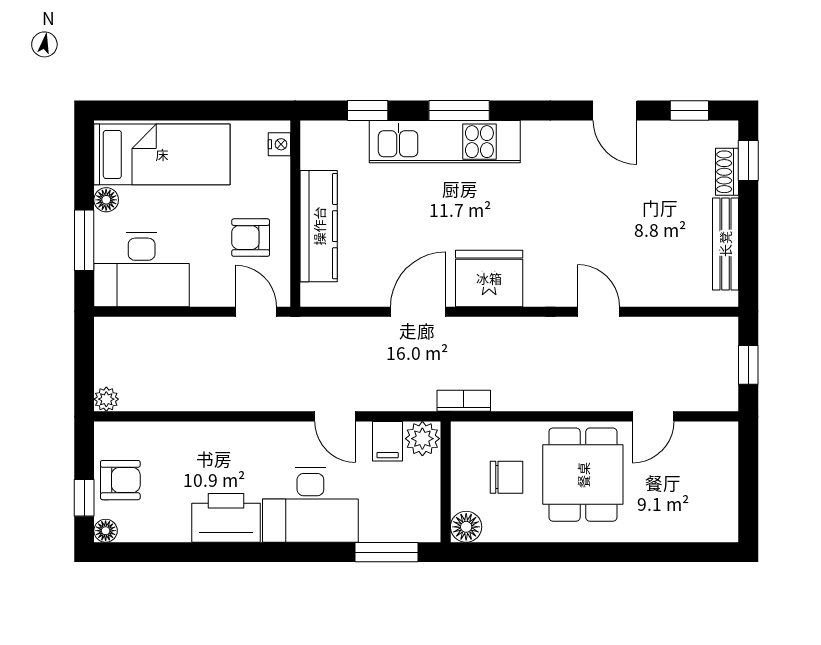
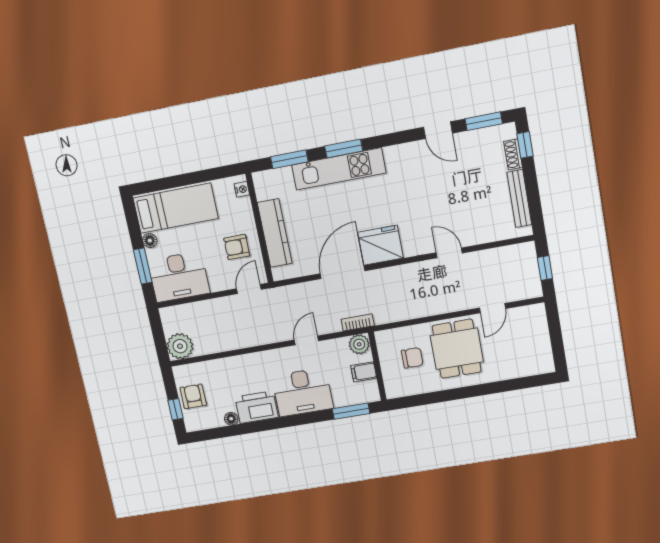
window: (368, 111) -> (289, 159), width x1.50
window: (689, 111) -> (484, 121), width x1.50
door: (256, 312) -> (249, 289), hinge flipped
door: (418, 312) -> (342, 272), width x1.36
plant: (106, 399) -> (180, 346), width x1.88, depth x1.88
bookcase: (464, 401) -> (358, 322), moved
door: (335, 416) -> (306, 340), swing flipped
filing cabinet: (388, 441) -> (364, 372), moved, turned 90
armchair: (120, 480) -> (193, 396), turned -90
floor lamp: (466, 527) -> (394, 390), removed
floor lamp: (106, 531) -> (231, 419), moved

